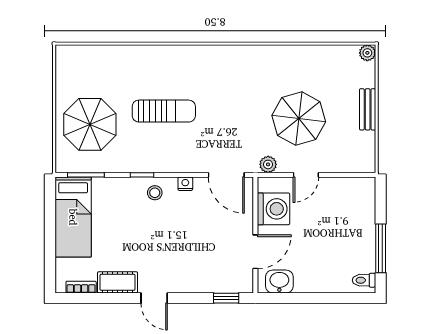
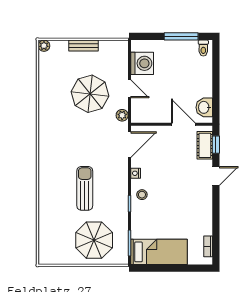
washing machine: (273, 209) -> (142, 63), moved, turned 90
cot: (118, 282) -> (205, 145), moved
door: (154, 298) -> (216, 176), moved

